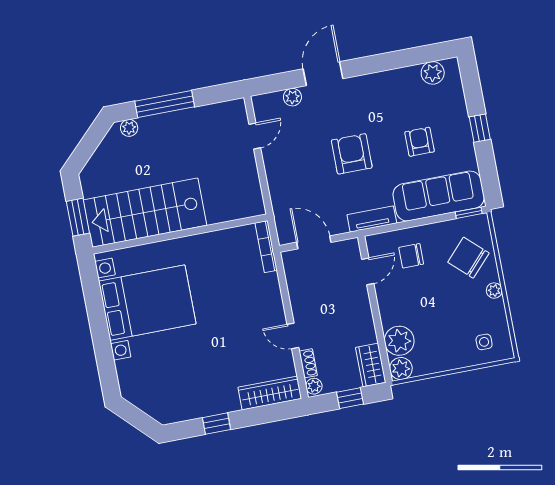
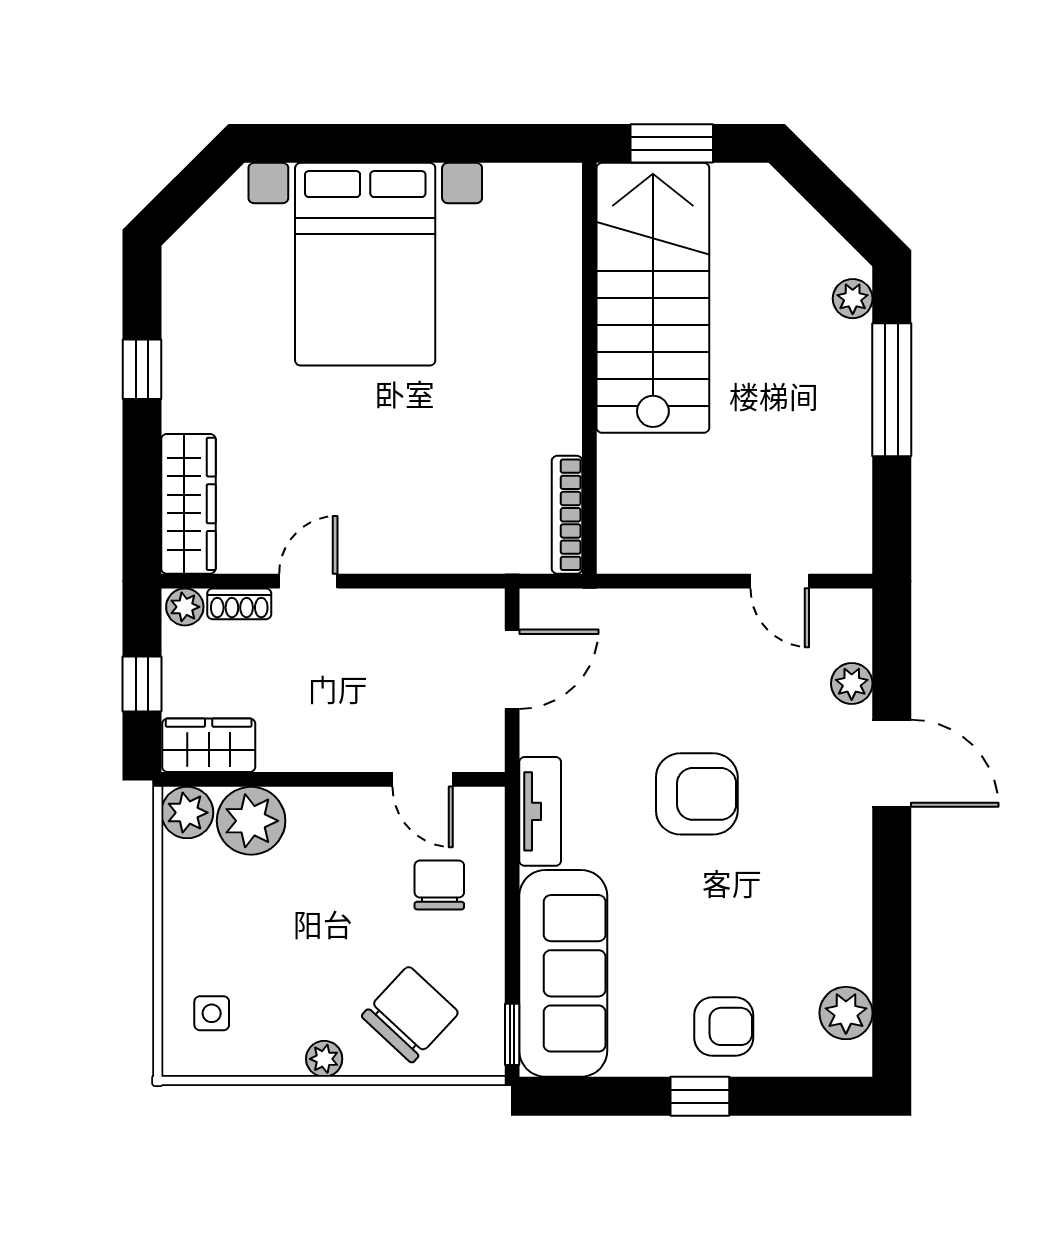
armchair: (420, 142) -> (724, 1026), moved
bookcase: (266, 247) -> (567, 515), moved, turned -90
bed with nightstands: (147, 303) -> (365, 264), moved

